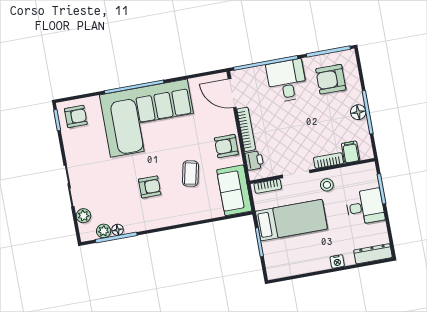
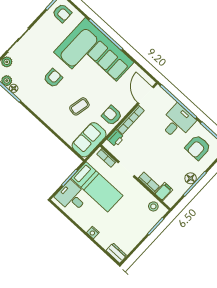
armchair: (331, 79) -> (198, 147), turned -90
stool: (327, 185) -> (153, 206), moved
armchair: (150, 187) -> (53, 78), moved, turned -90
desk: (365, 207) -> (72, 197), moved, turned 180
dresser: (373, 254) -> (116, 253), width x0.70

